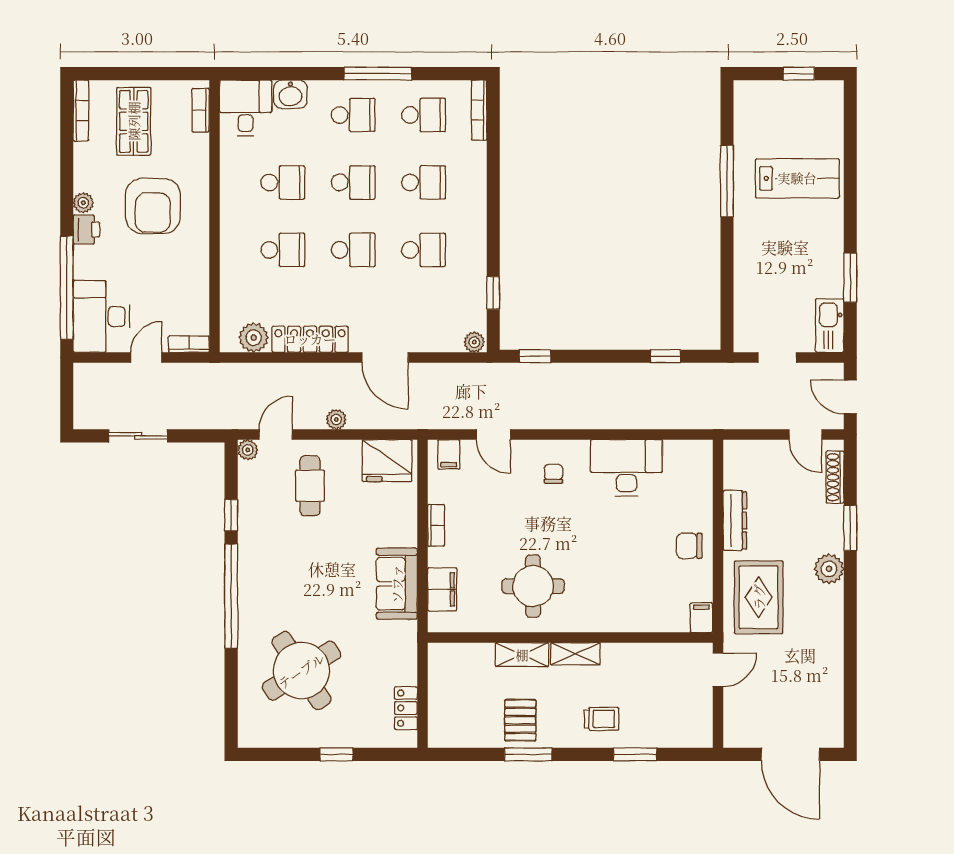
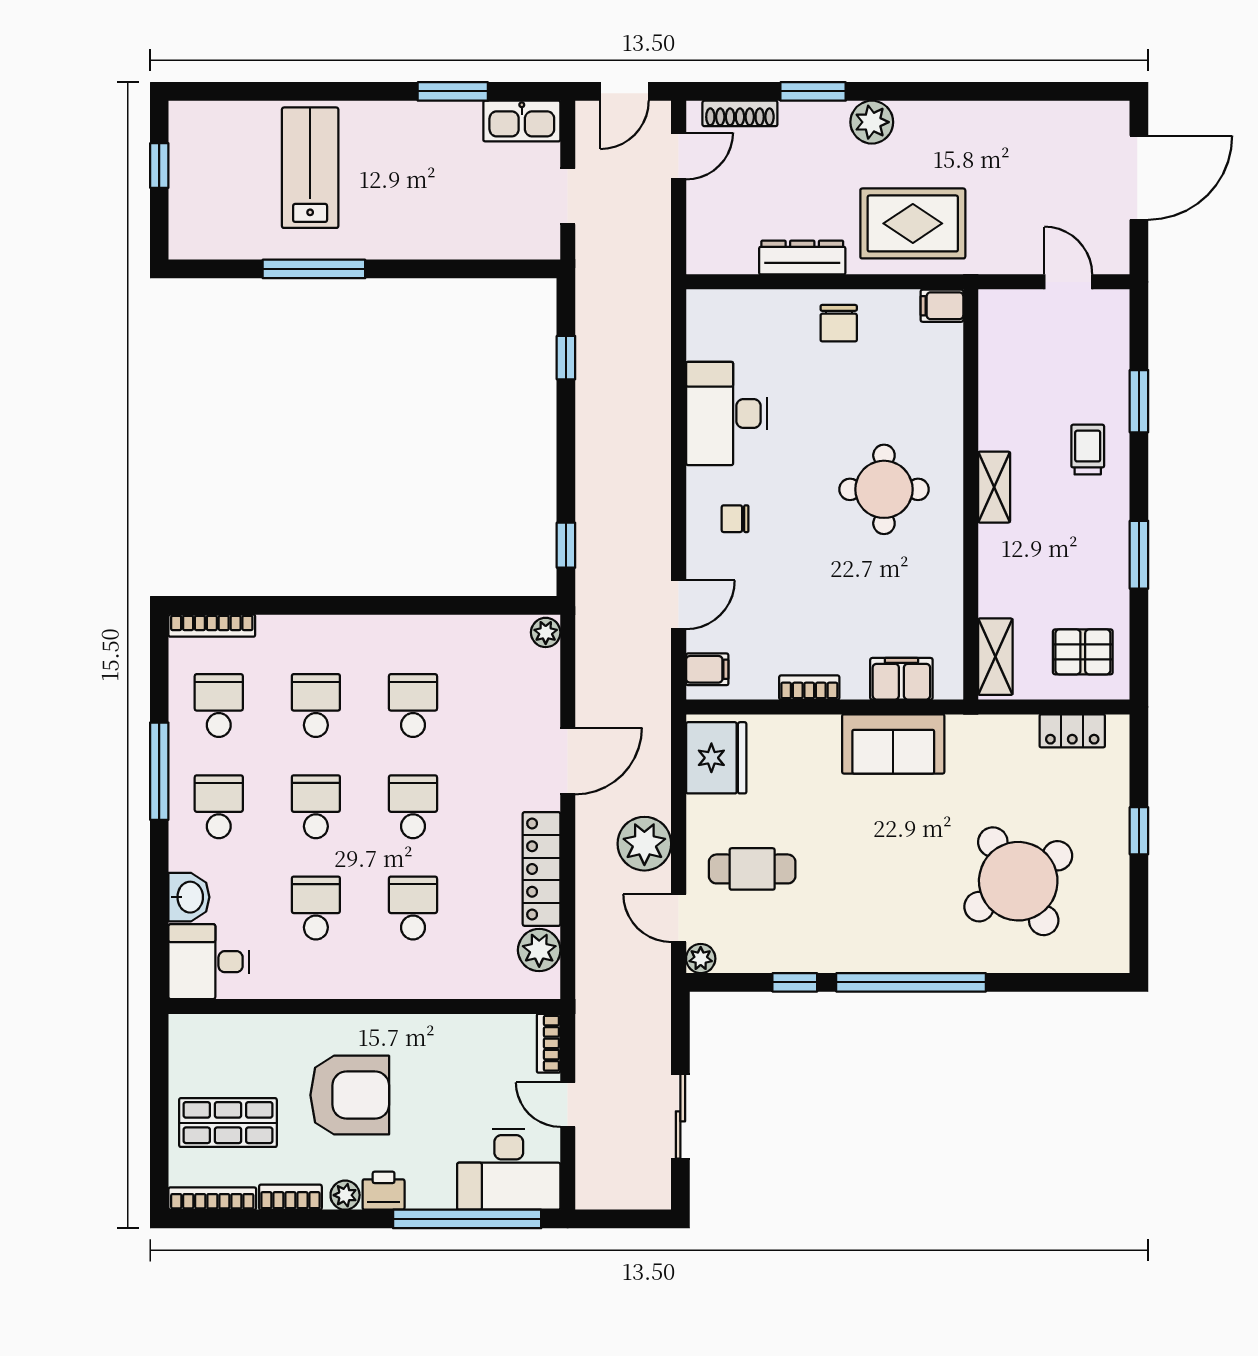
bookcase: (201, 110) -> (290, 1197), moved, turned 180
window: (493, 293) -> (475, 605), removed
plant: (336, 419) -> (644, 844), width x1.88, depth x1.88
round table: (533, 586) -> (884, 489), moved
shelving: (522, 655) -> (995, 657), moved
door: (718, 670) -> (1068, 282), moved
pallet: (520, 720) -> (1083, 652), moved

